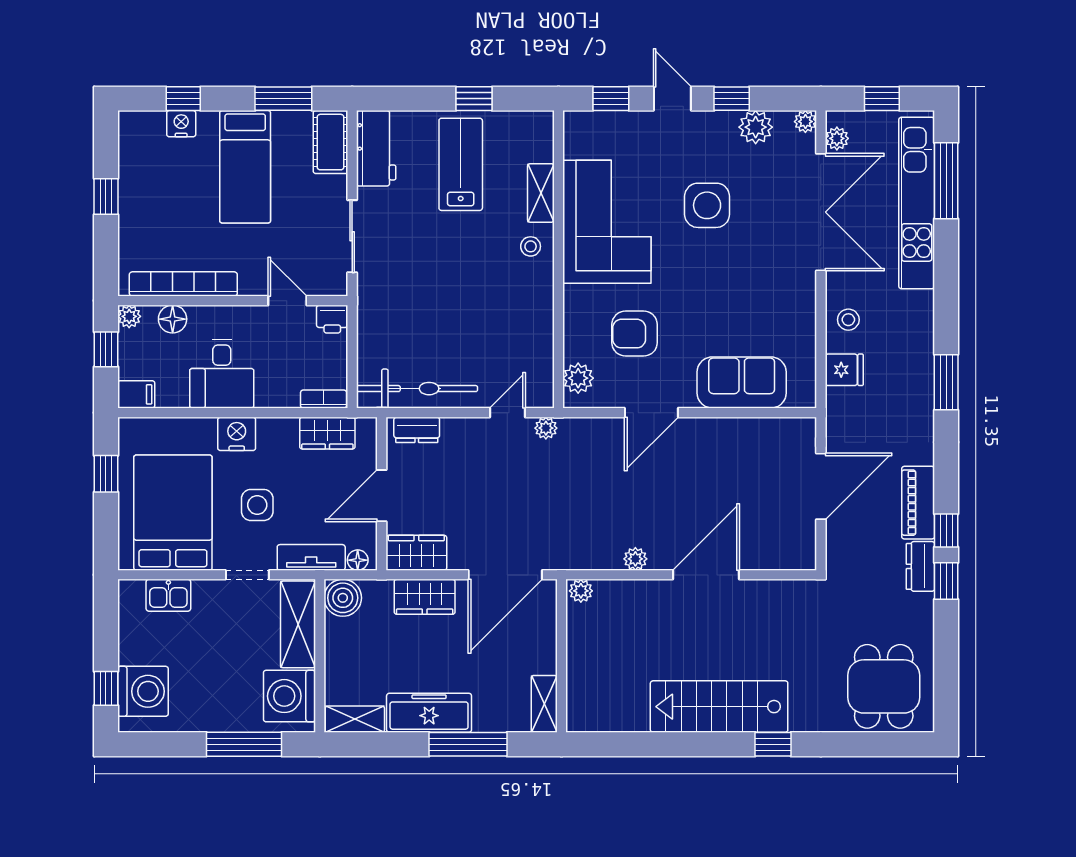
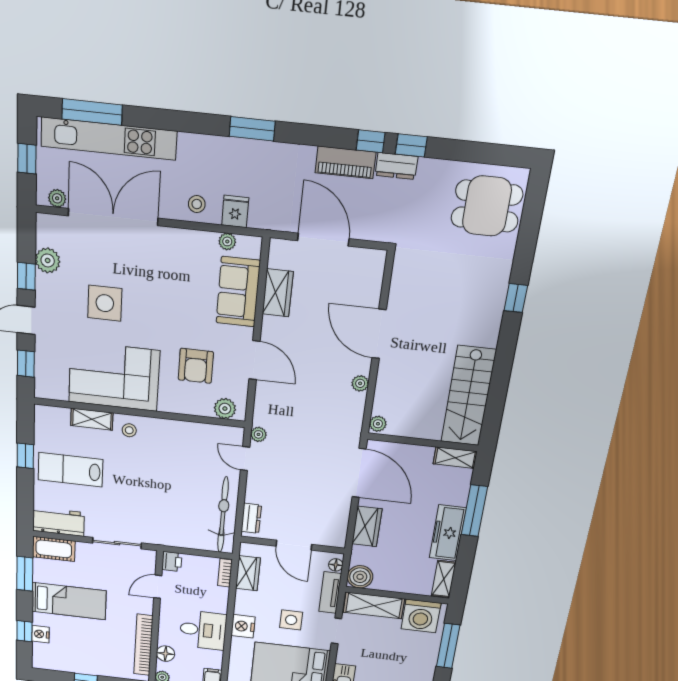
plant: (805, 122) -> (227, 241), moved
wardrobe: (416, 553) -> (278, 293), moved, turned 180
stairs: (719, 707) -> (468, 396), moved

